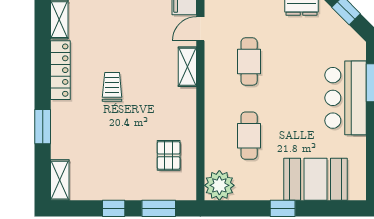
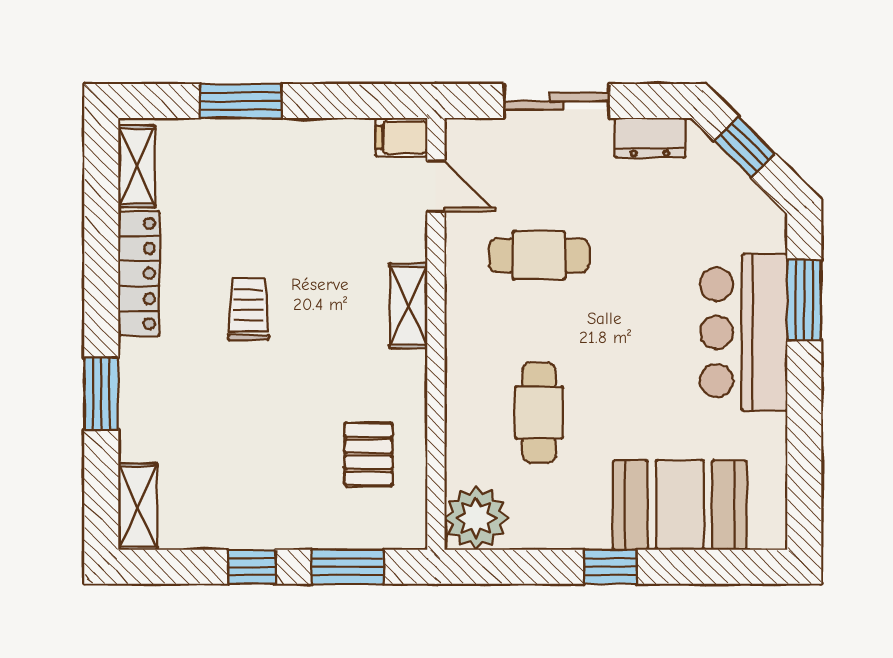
door: (200, 29) -> (436, 186), swing flipped
cafe table: (249, 62) -> (539, 255), turned 90
shelving: (187, 67) -> (408, 306), moved

